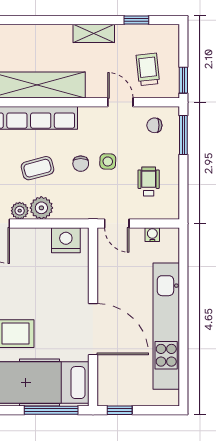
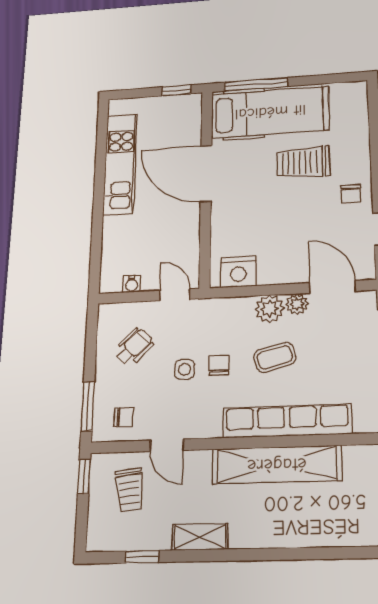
wheelchair: (149, 182) -> (134, 347), turned -135
kitchen unit: (166, 326) -> (120, 164), width x0.73

